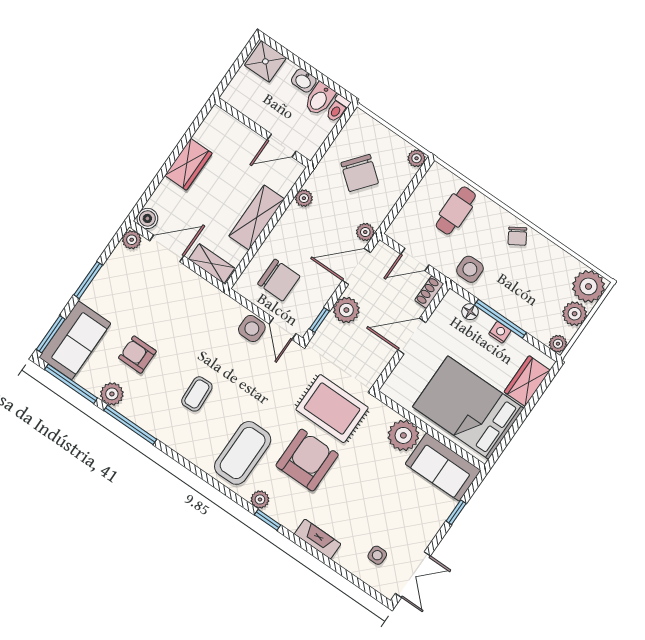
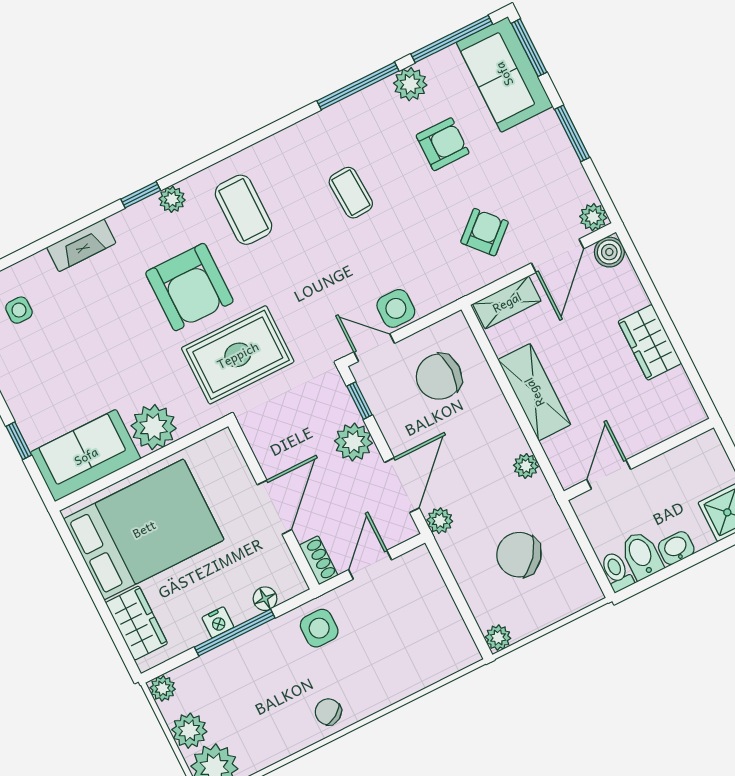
cafe table: (456, 210) -> (404, 651), removed
armchair: (177, 300) -> (485, 232), added
coffee table: (243, 453) -> (244, 210), width x0.73, depth x0.76

